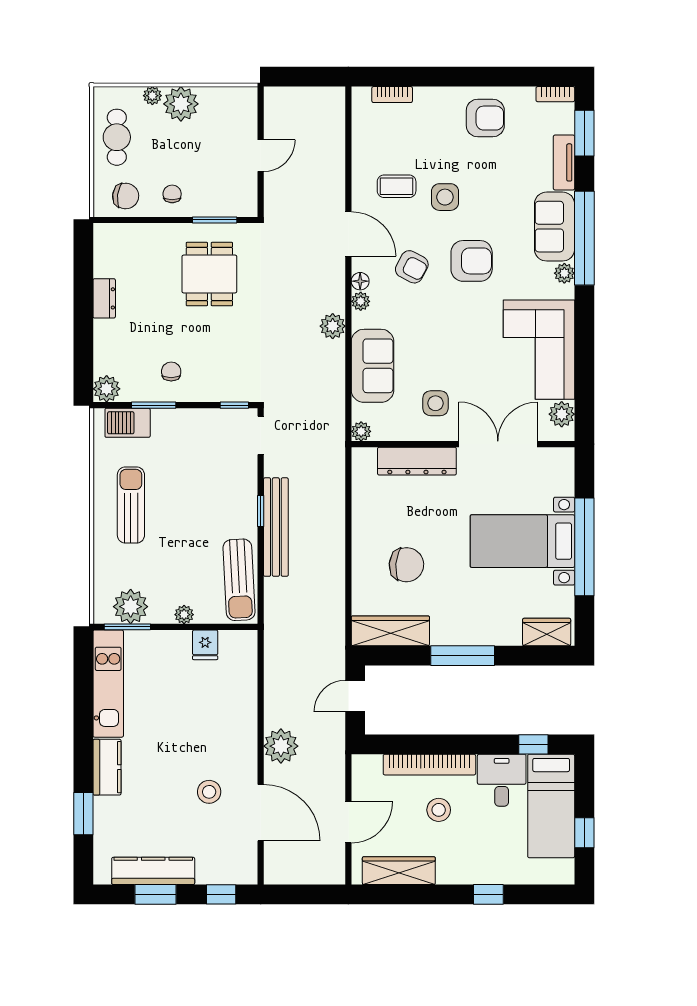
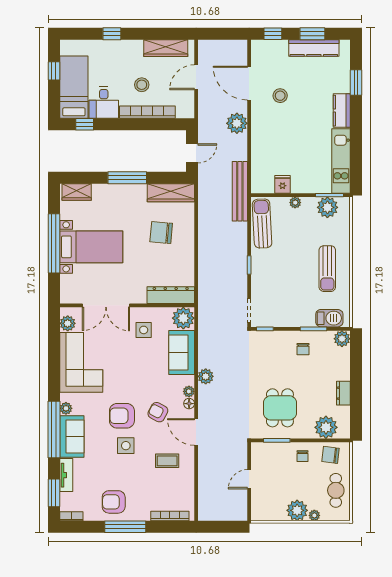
window: (466, 77) -> (125, 527), added
bookcase: (392, 95) -> (170, 516), width x1.56
side table: (445, 197) -> (126, 446), moved
plant: (133, 242) -> (326, 427), added
plant: (361, 431) -> (183, 318), width x1.88, depth x1.88
dresser: (417, 461) -> (171, 295), moved
bench: (276, 527) -> (240, 191), moved

